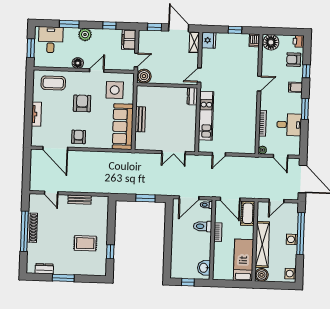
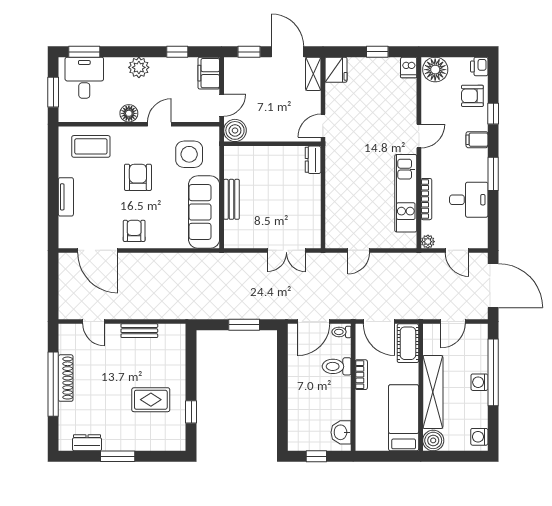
window: (69, 24) -> (84, 52), moved
kitchen unit: (206, 116) -> (406, 193), moved, turned 180

